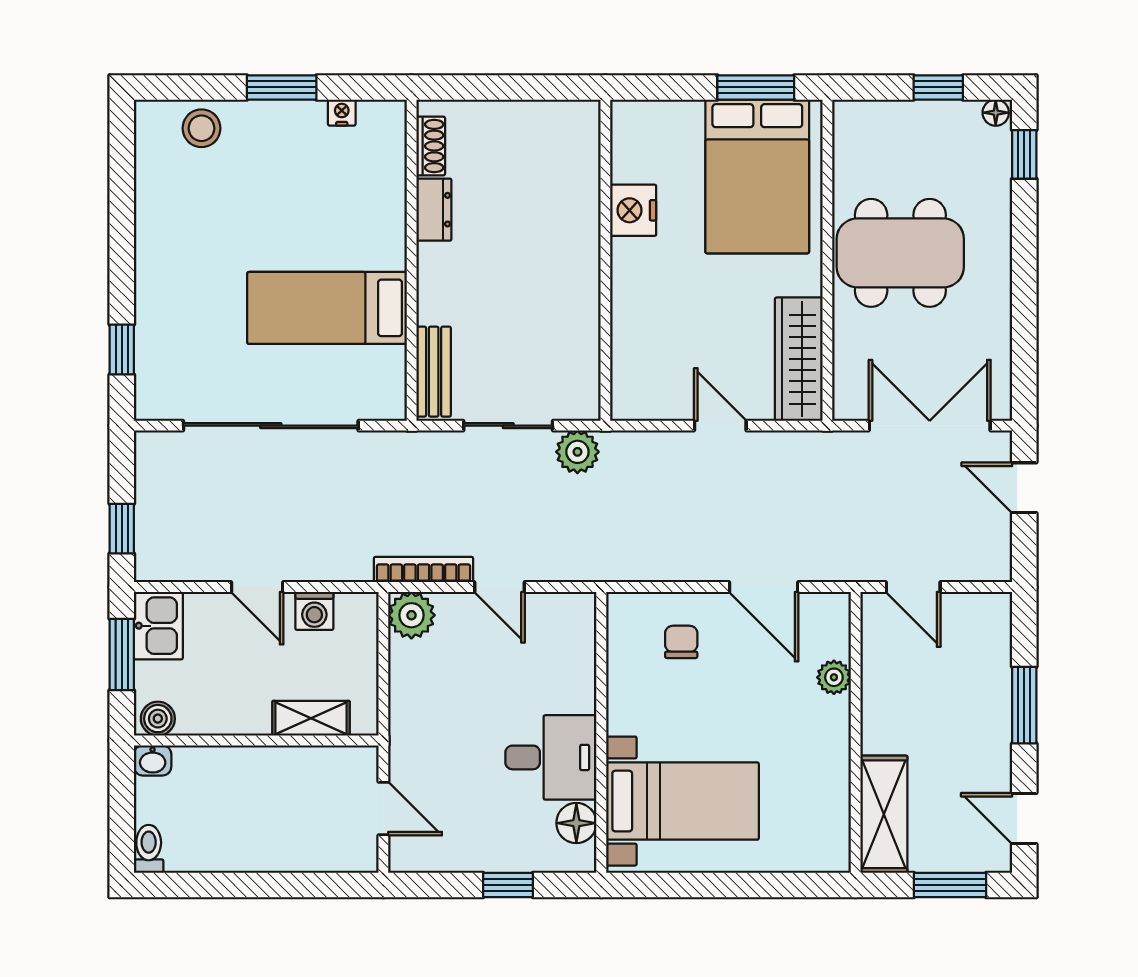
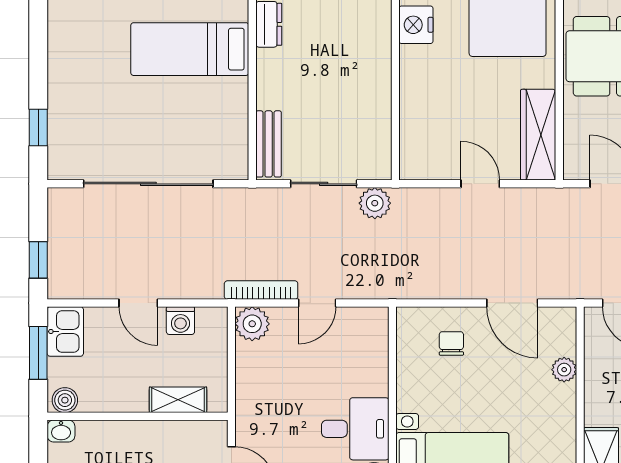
bed: (327, 308) -> (190, 49), moved
door: (499, 587) -> (317, 303), hinge flipped

